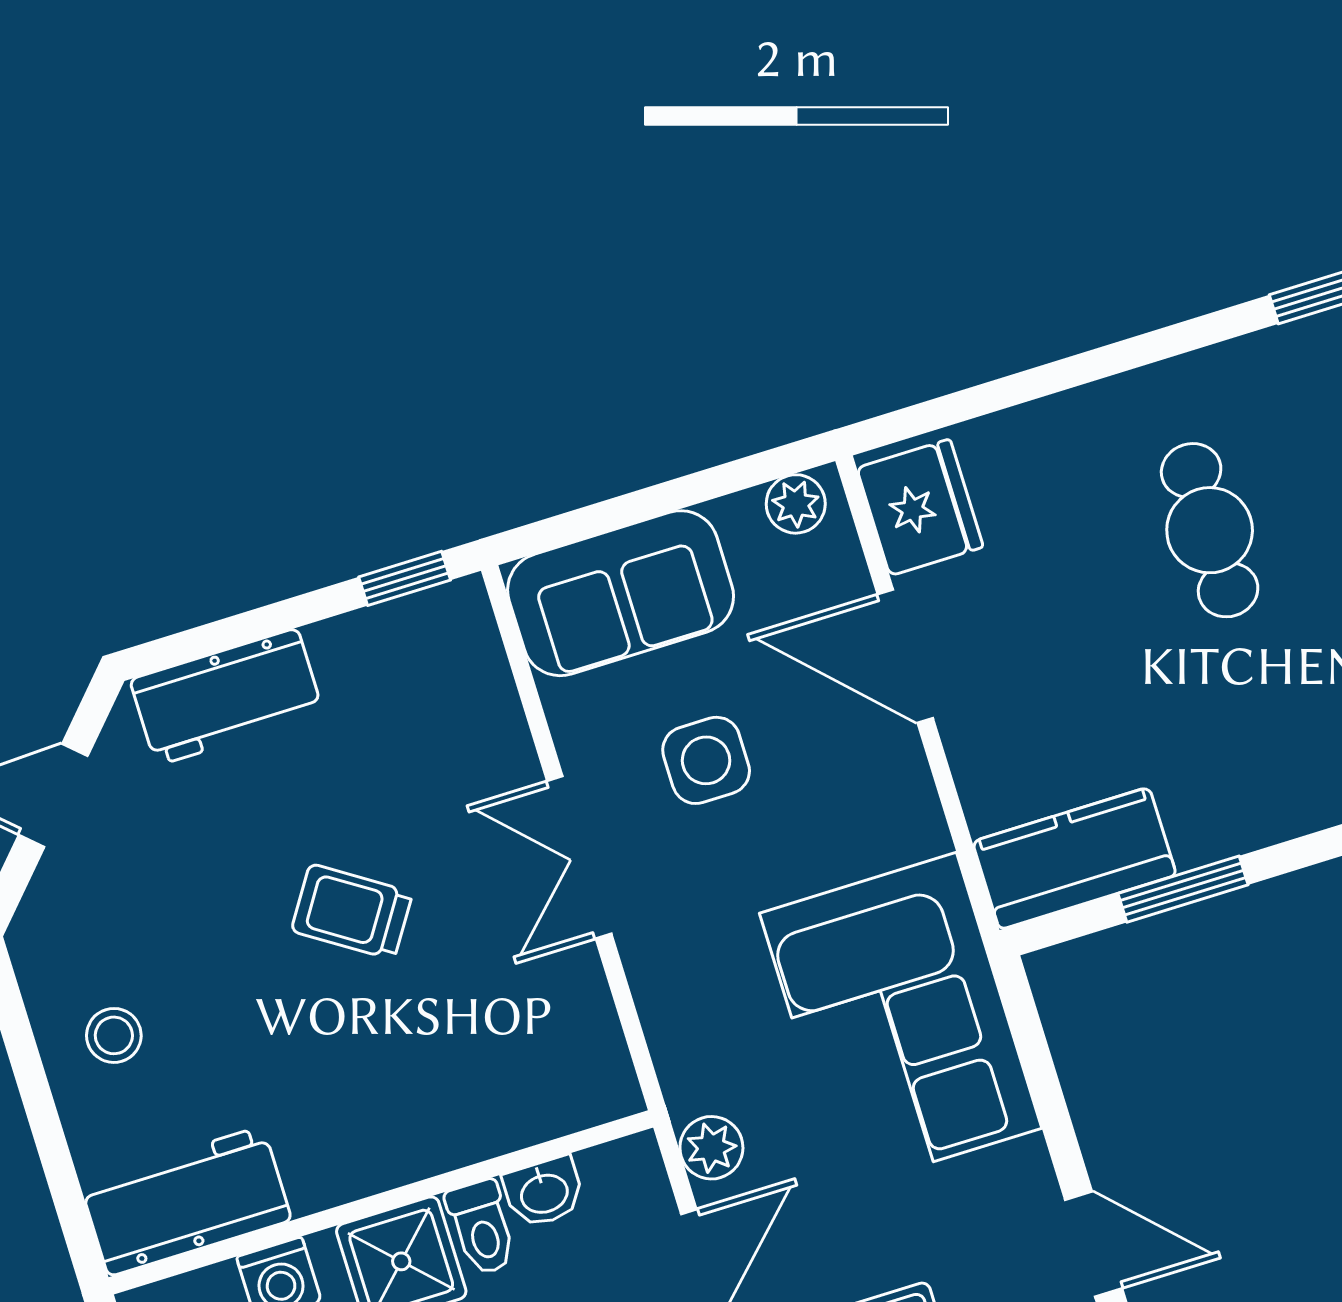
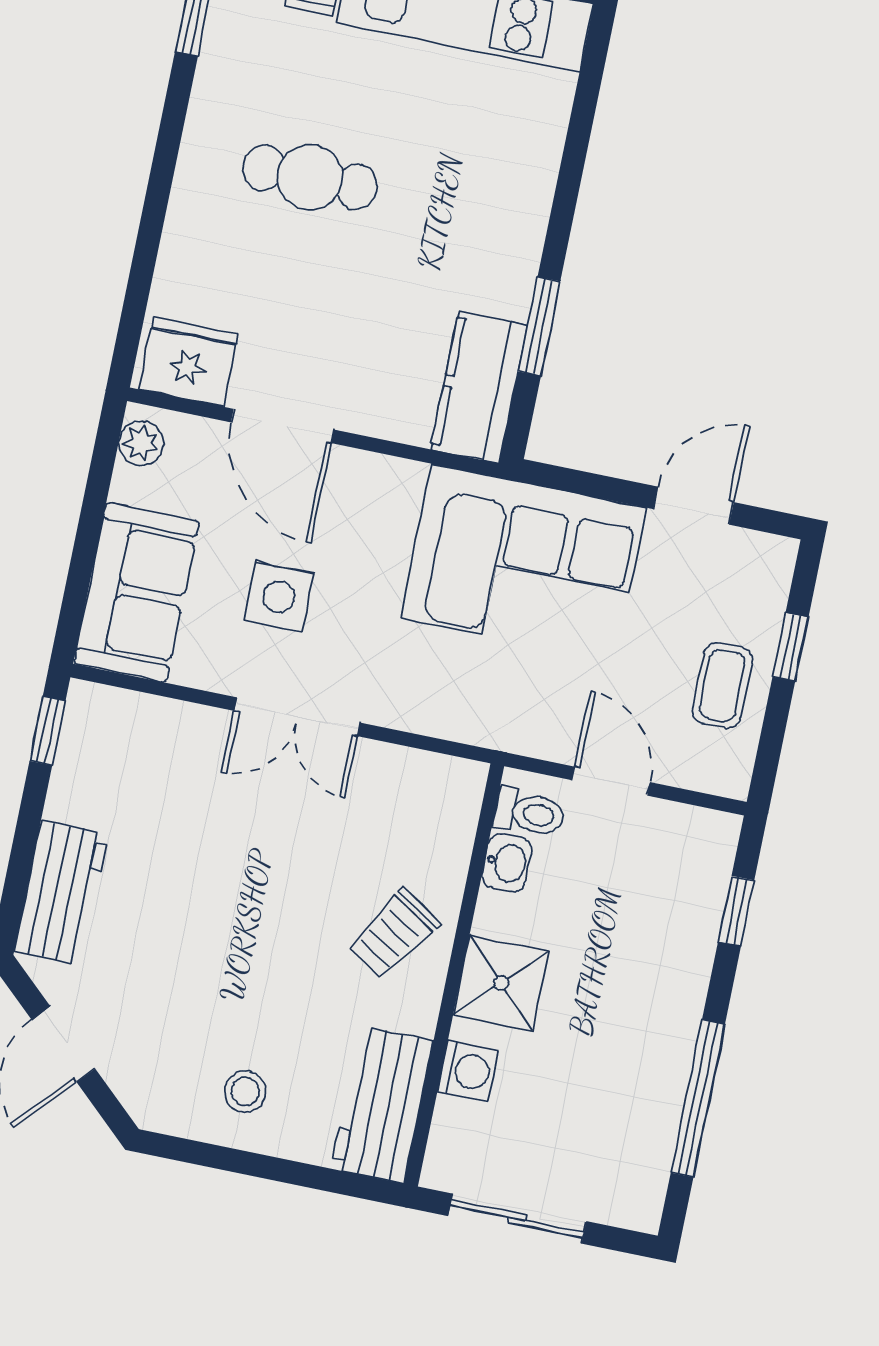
door: (905, 656) -> (283, 426), hinge flipped
trolley: (352, 912) -> (394, 934), moved
plant: (711, 1148) -> (539, 735), removed
toilet: (482, 1227) -> (529, 813), moved
door: (1094, 1244) -> (694, 506), moved

